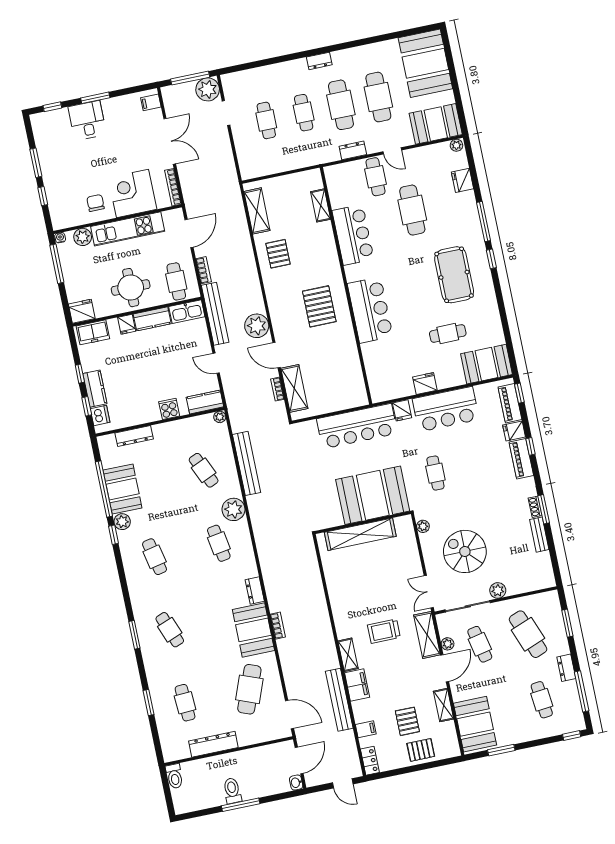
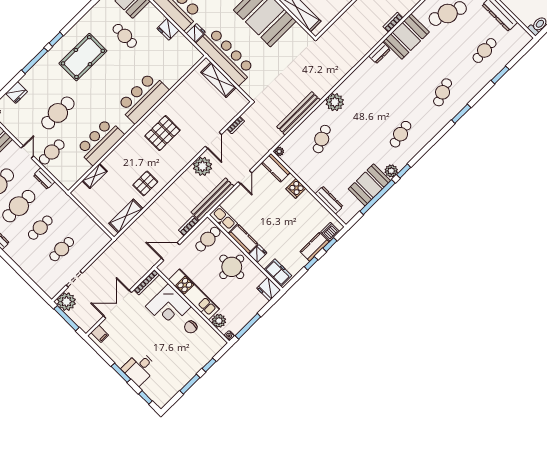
shelving: (294, 388) -> (218, 80), moved, turned 90
cafe table: (219, 543) -> (364, 97), removed

